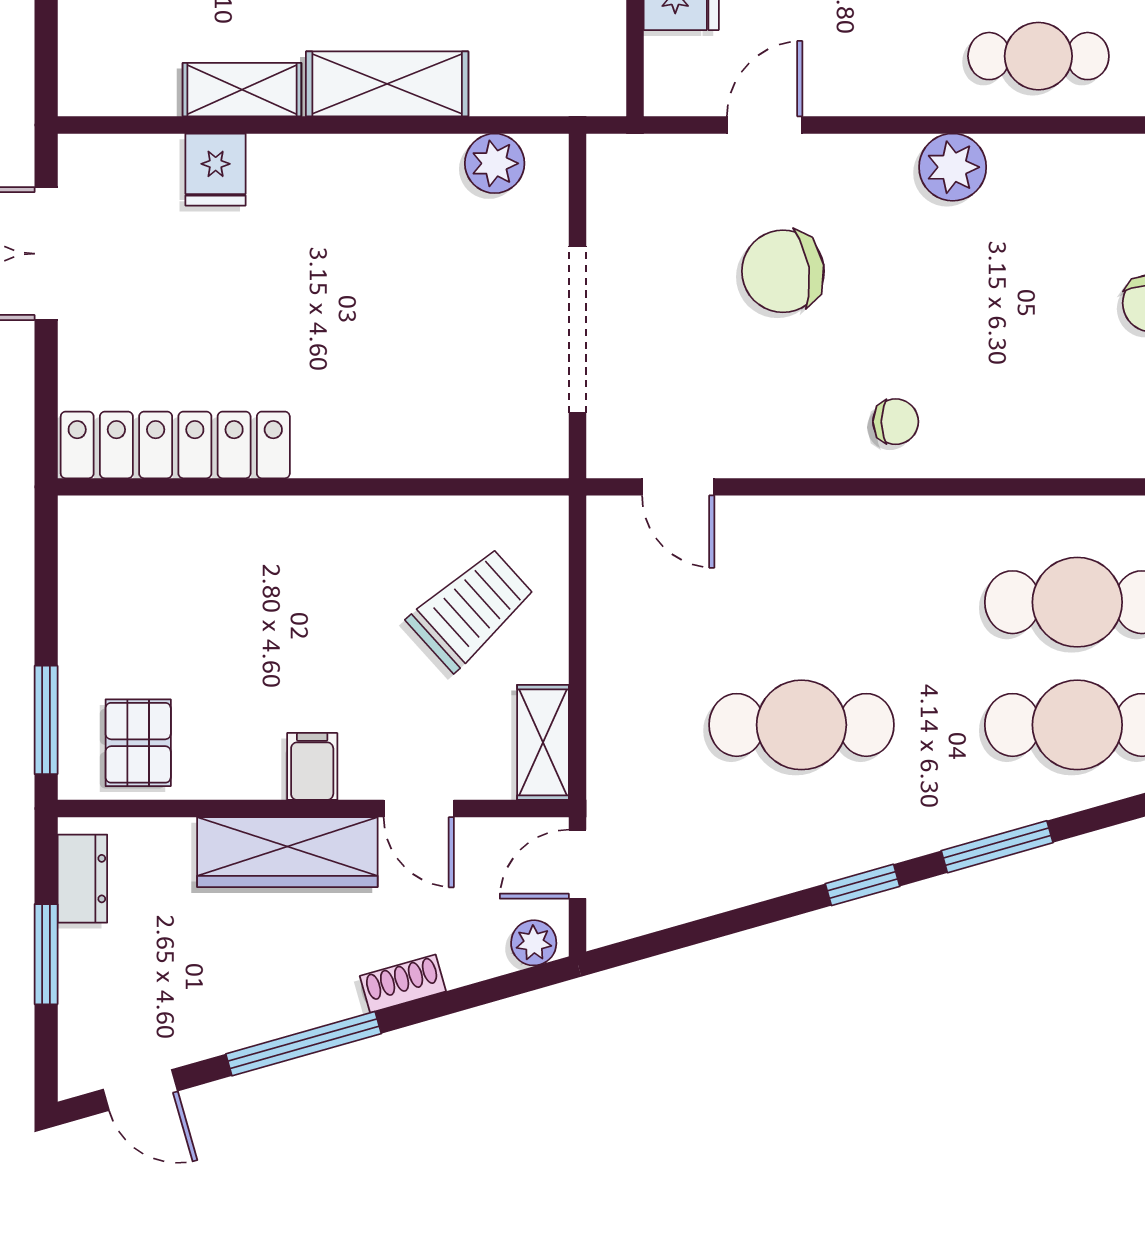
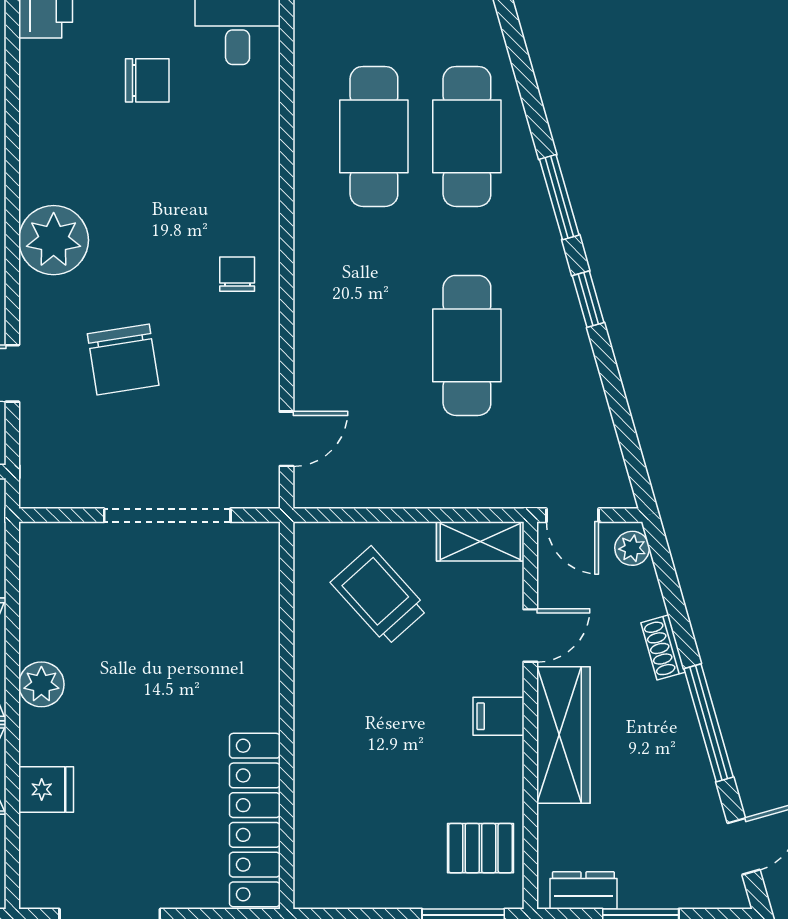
plant: (495, 163) -> (41, 684), moved
plant: (953, 167) -> (54, 240), width x1.36, depth x1.36

